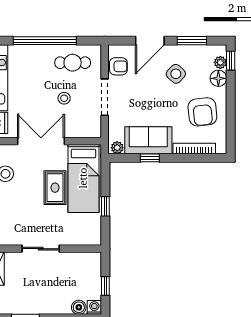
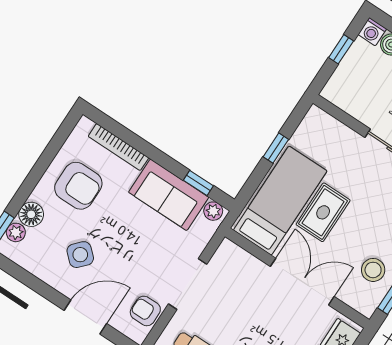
window: (192, 41) -> (33, 283), removed
stool: (64, 98) -> (239, 316), removed
armchair: (202, 112) -> (78, 186), turned 96
double door: (41, 141) -> (302, 282), swing flipped
window: (150, 158) -> (198, 183), moved

